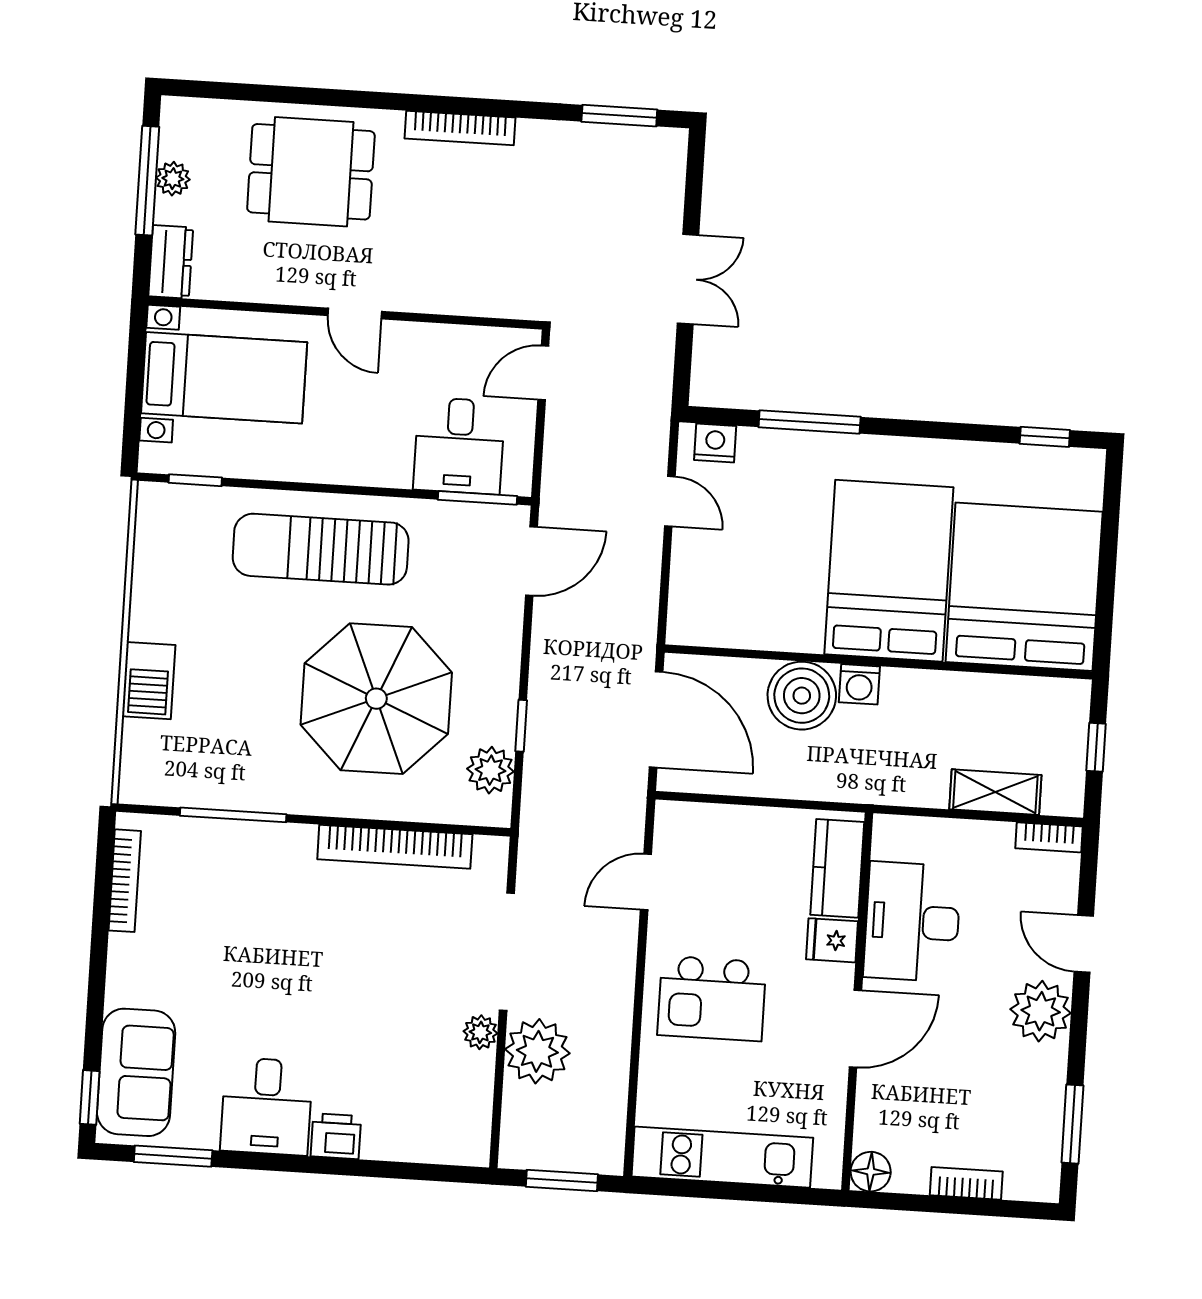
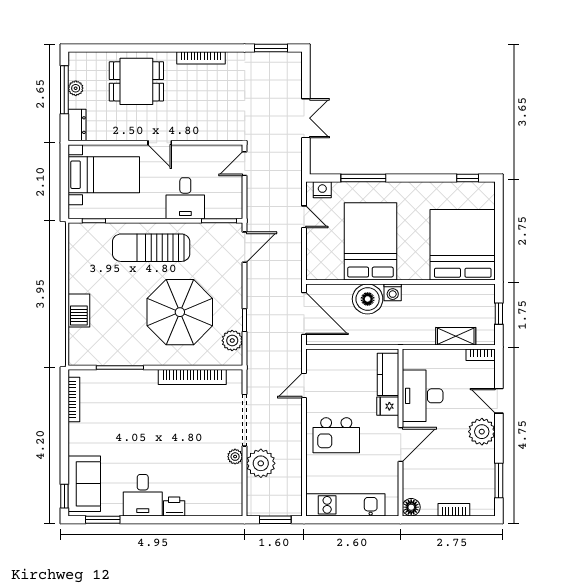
desk: (459, 446) -> (185, 198), moved
bed: (889, 571) -> (370, 241), moved

